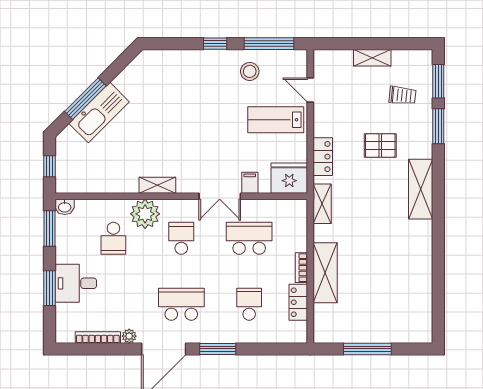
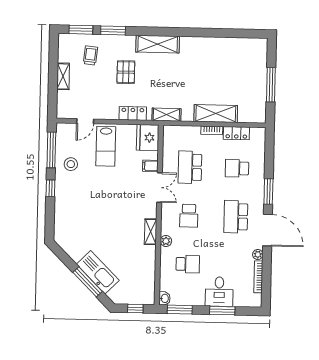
plant: (145, 214) -> (166, 241), width x0.53, depth x0.53
school desk: (181, 238) -> (189, 216), turned -90

